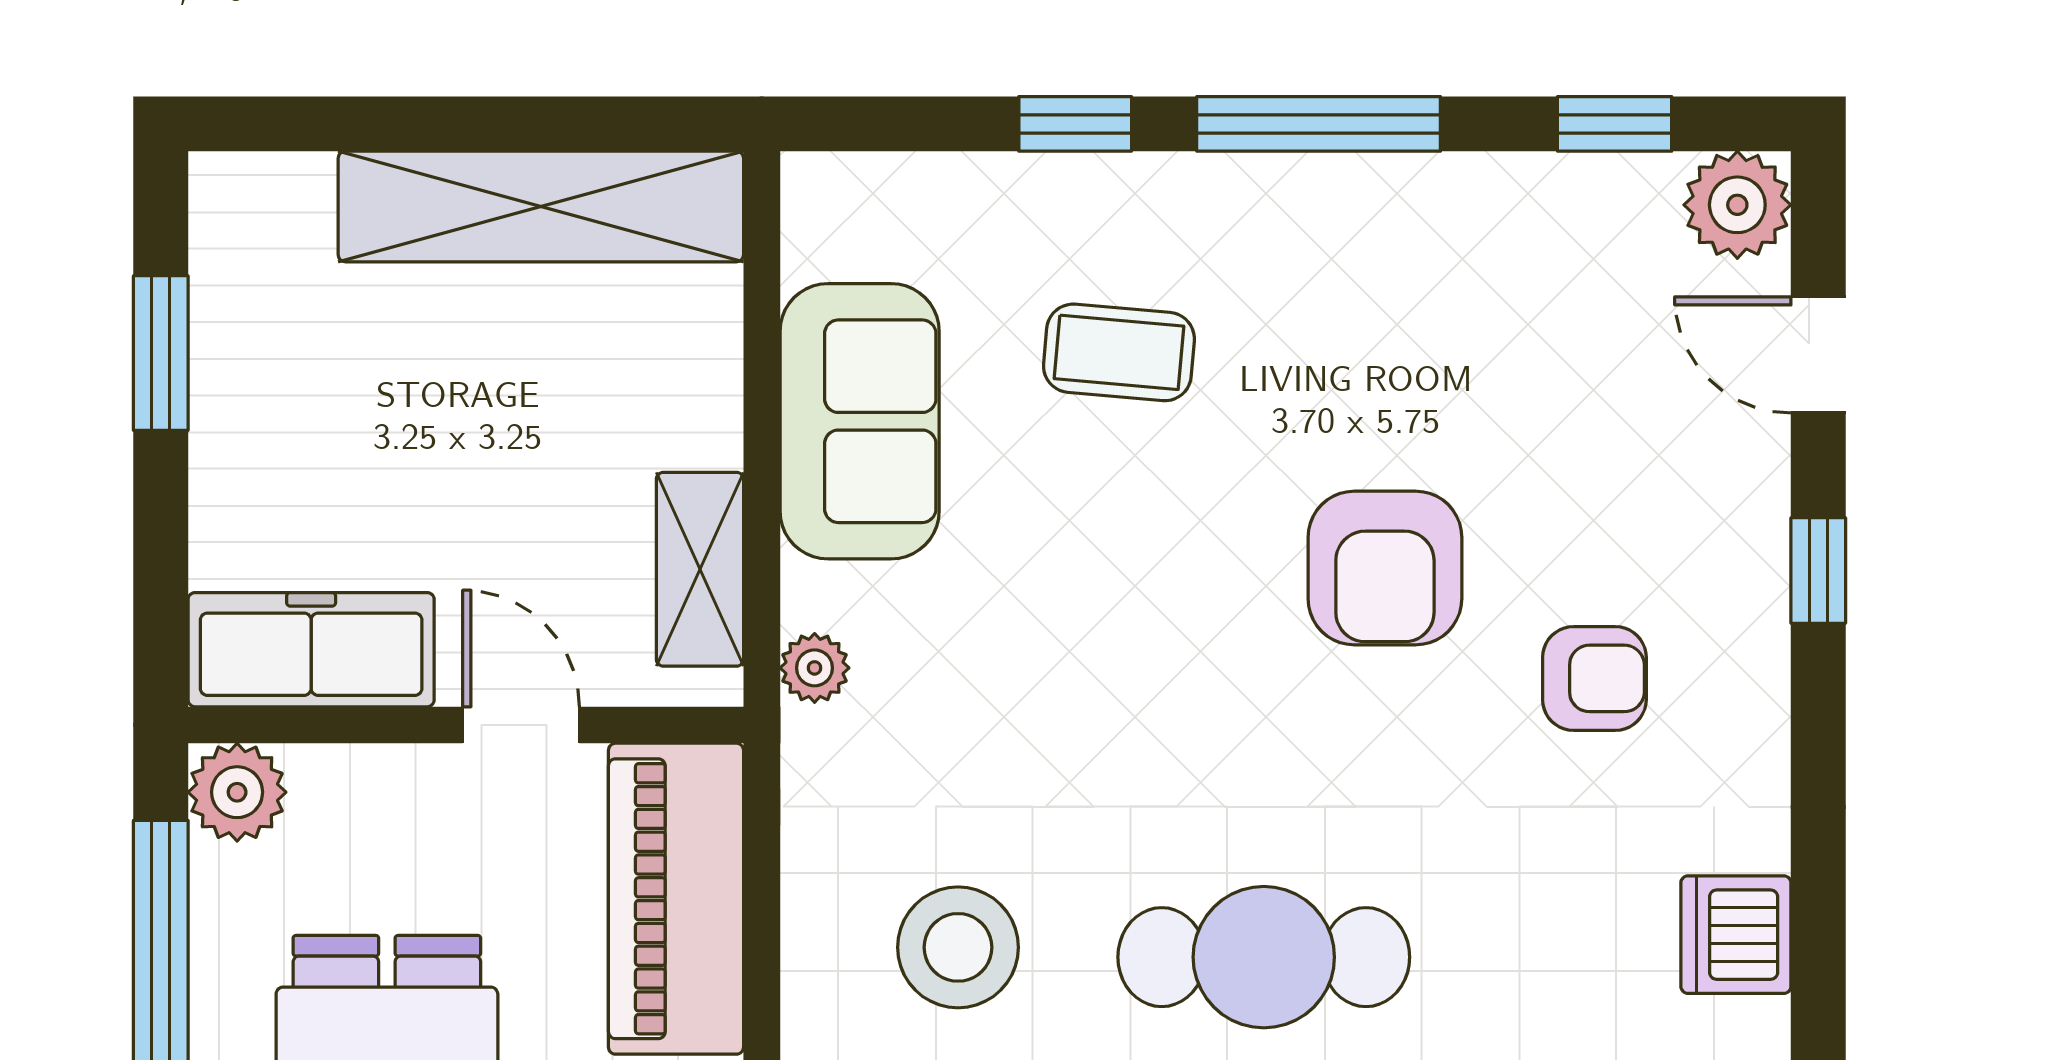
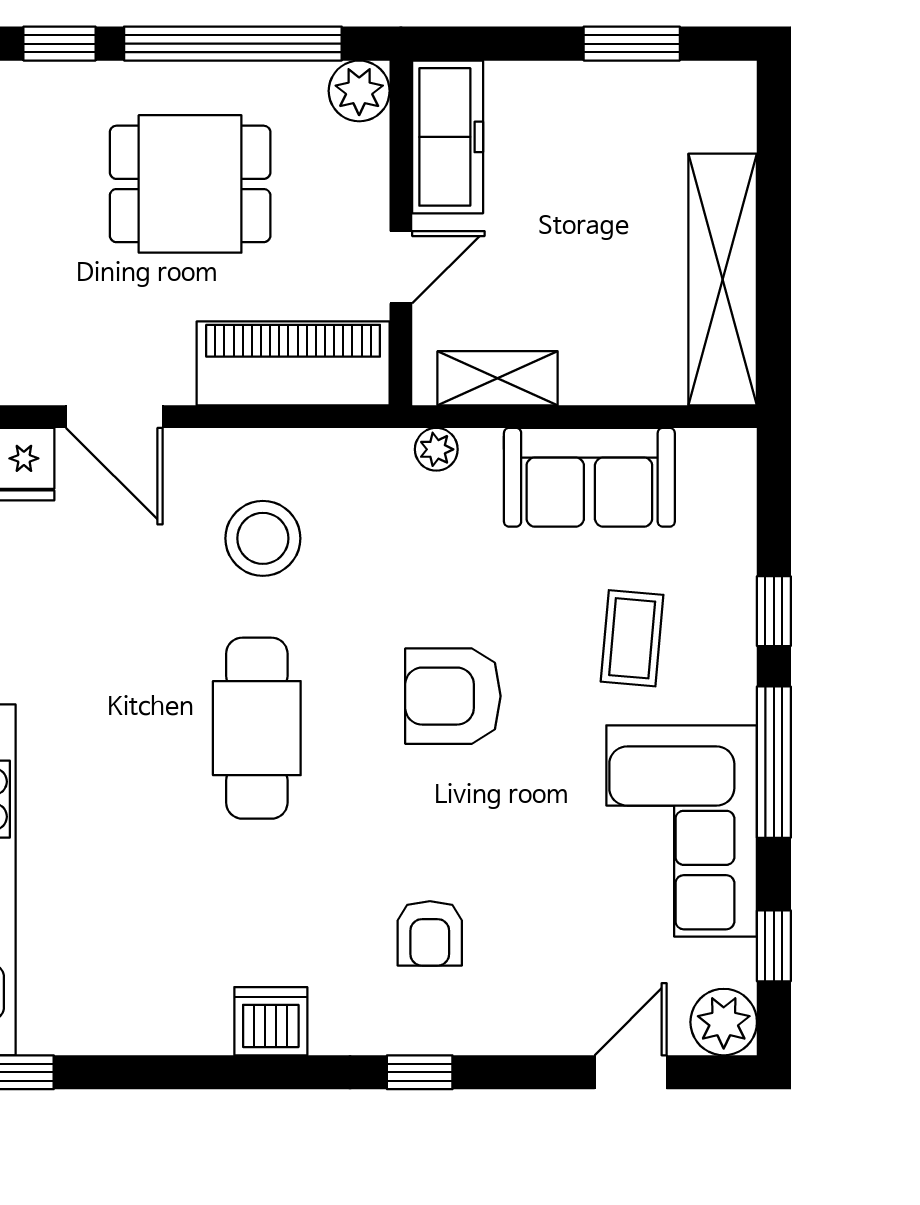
corner sofa: (1429, 273) -> (682, 831), added
armchair: (1385, 568) -> (453, 696), moved
window: (1818, 570) -> (420, 1072), moved

